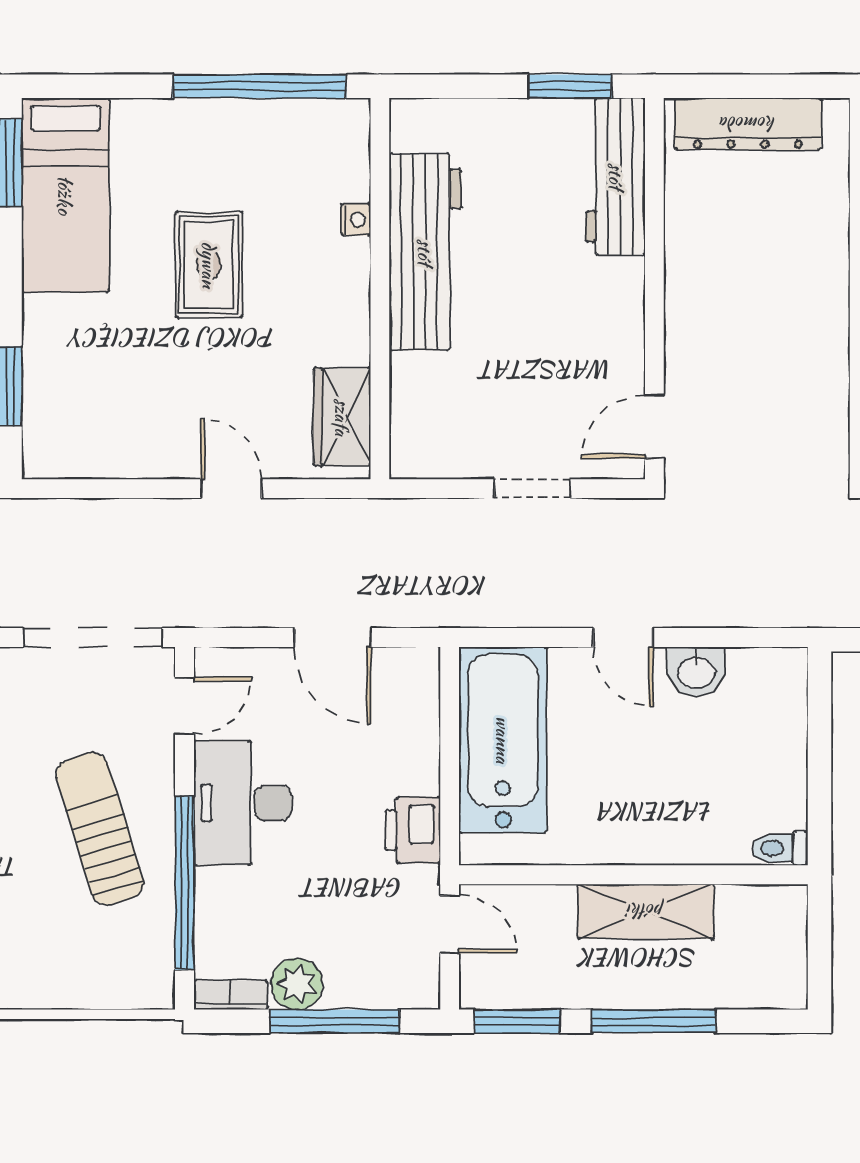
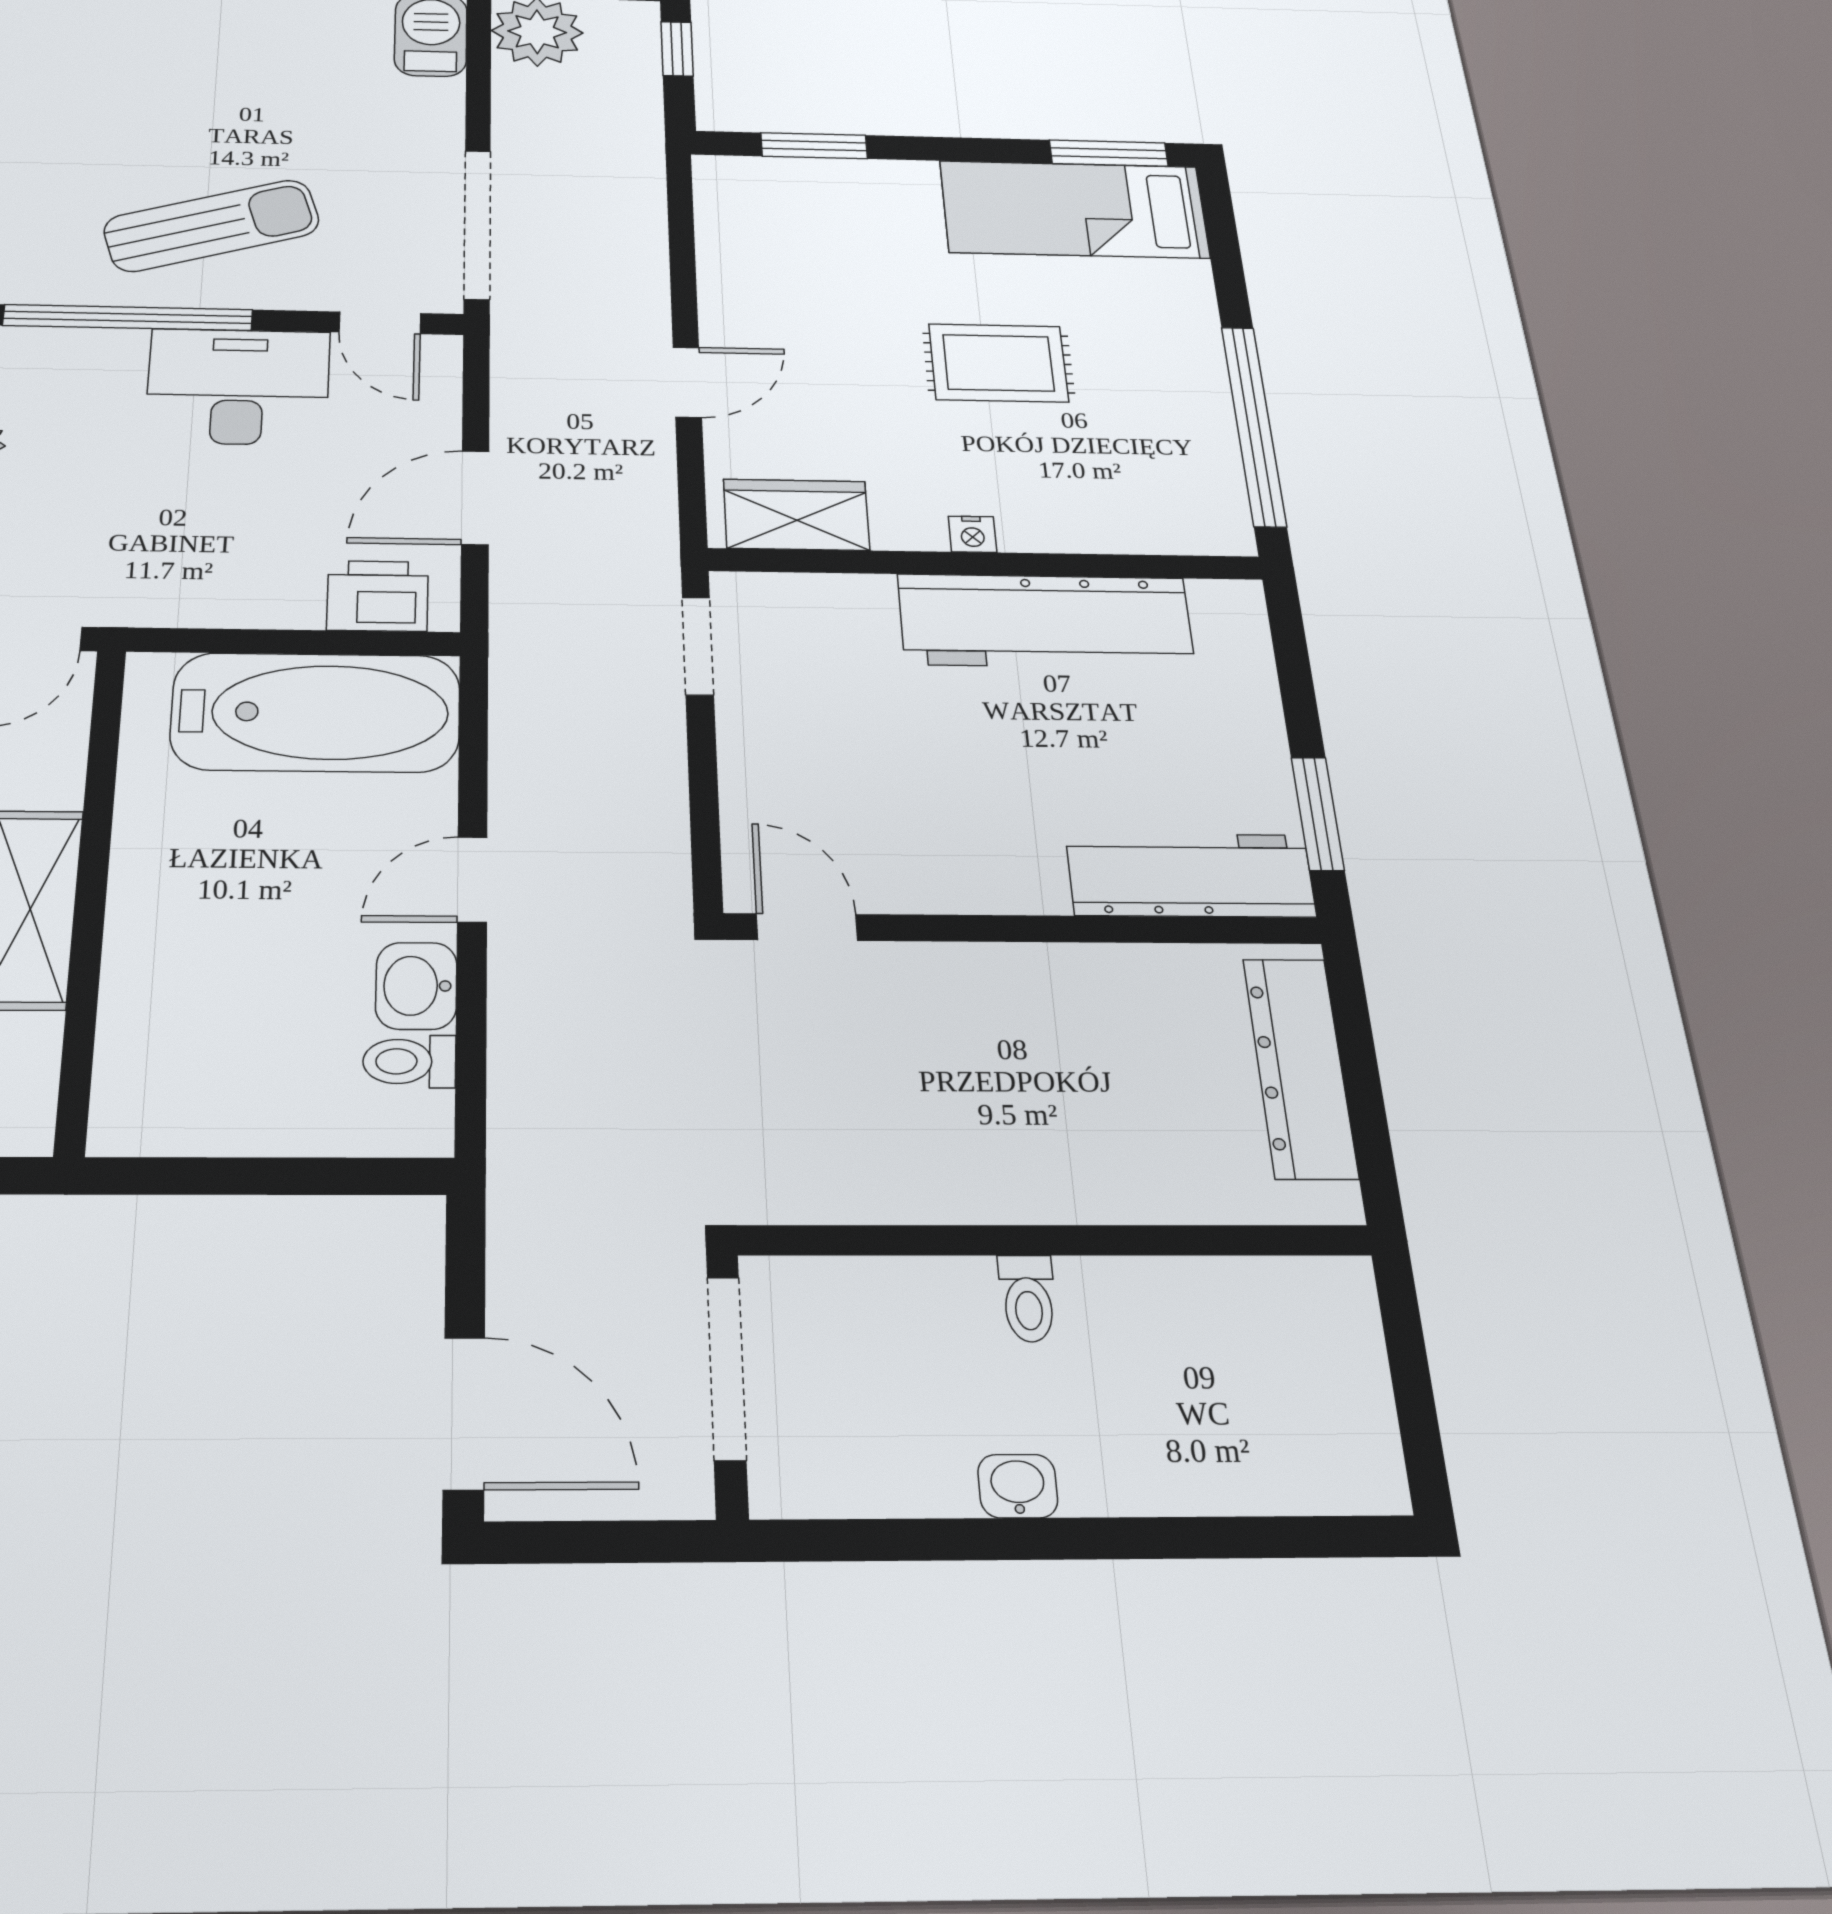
nightstand: (356, 220) -> (972, 534), moved
doorway: (532, 489) -> (698, 646), moved
printer: (413, 830) -> (378, 596), moved
toilet: (780, 848) -> (409, 1061), moved, turned -90

